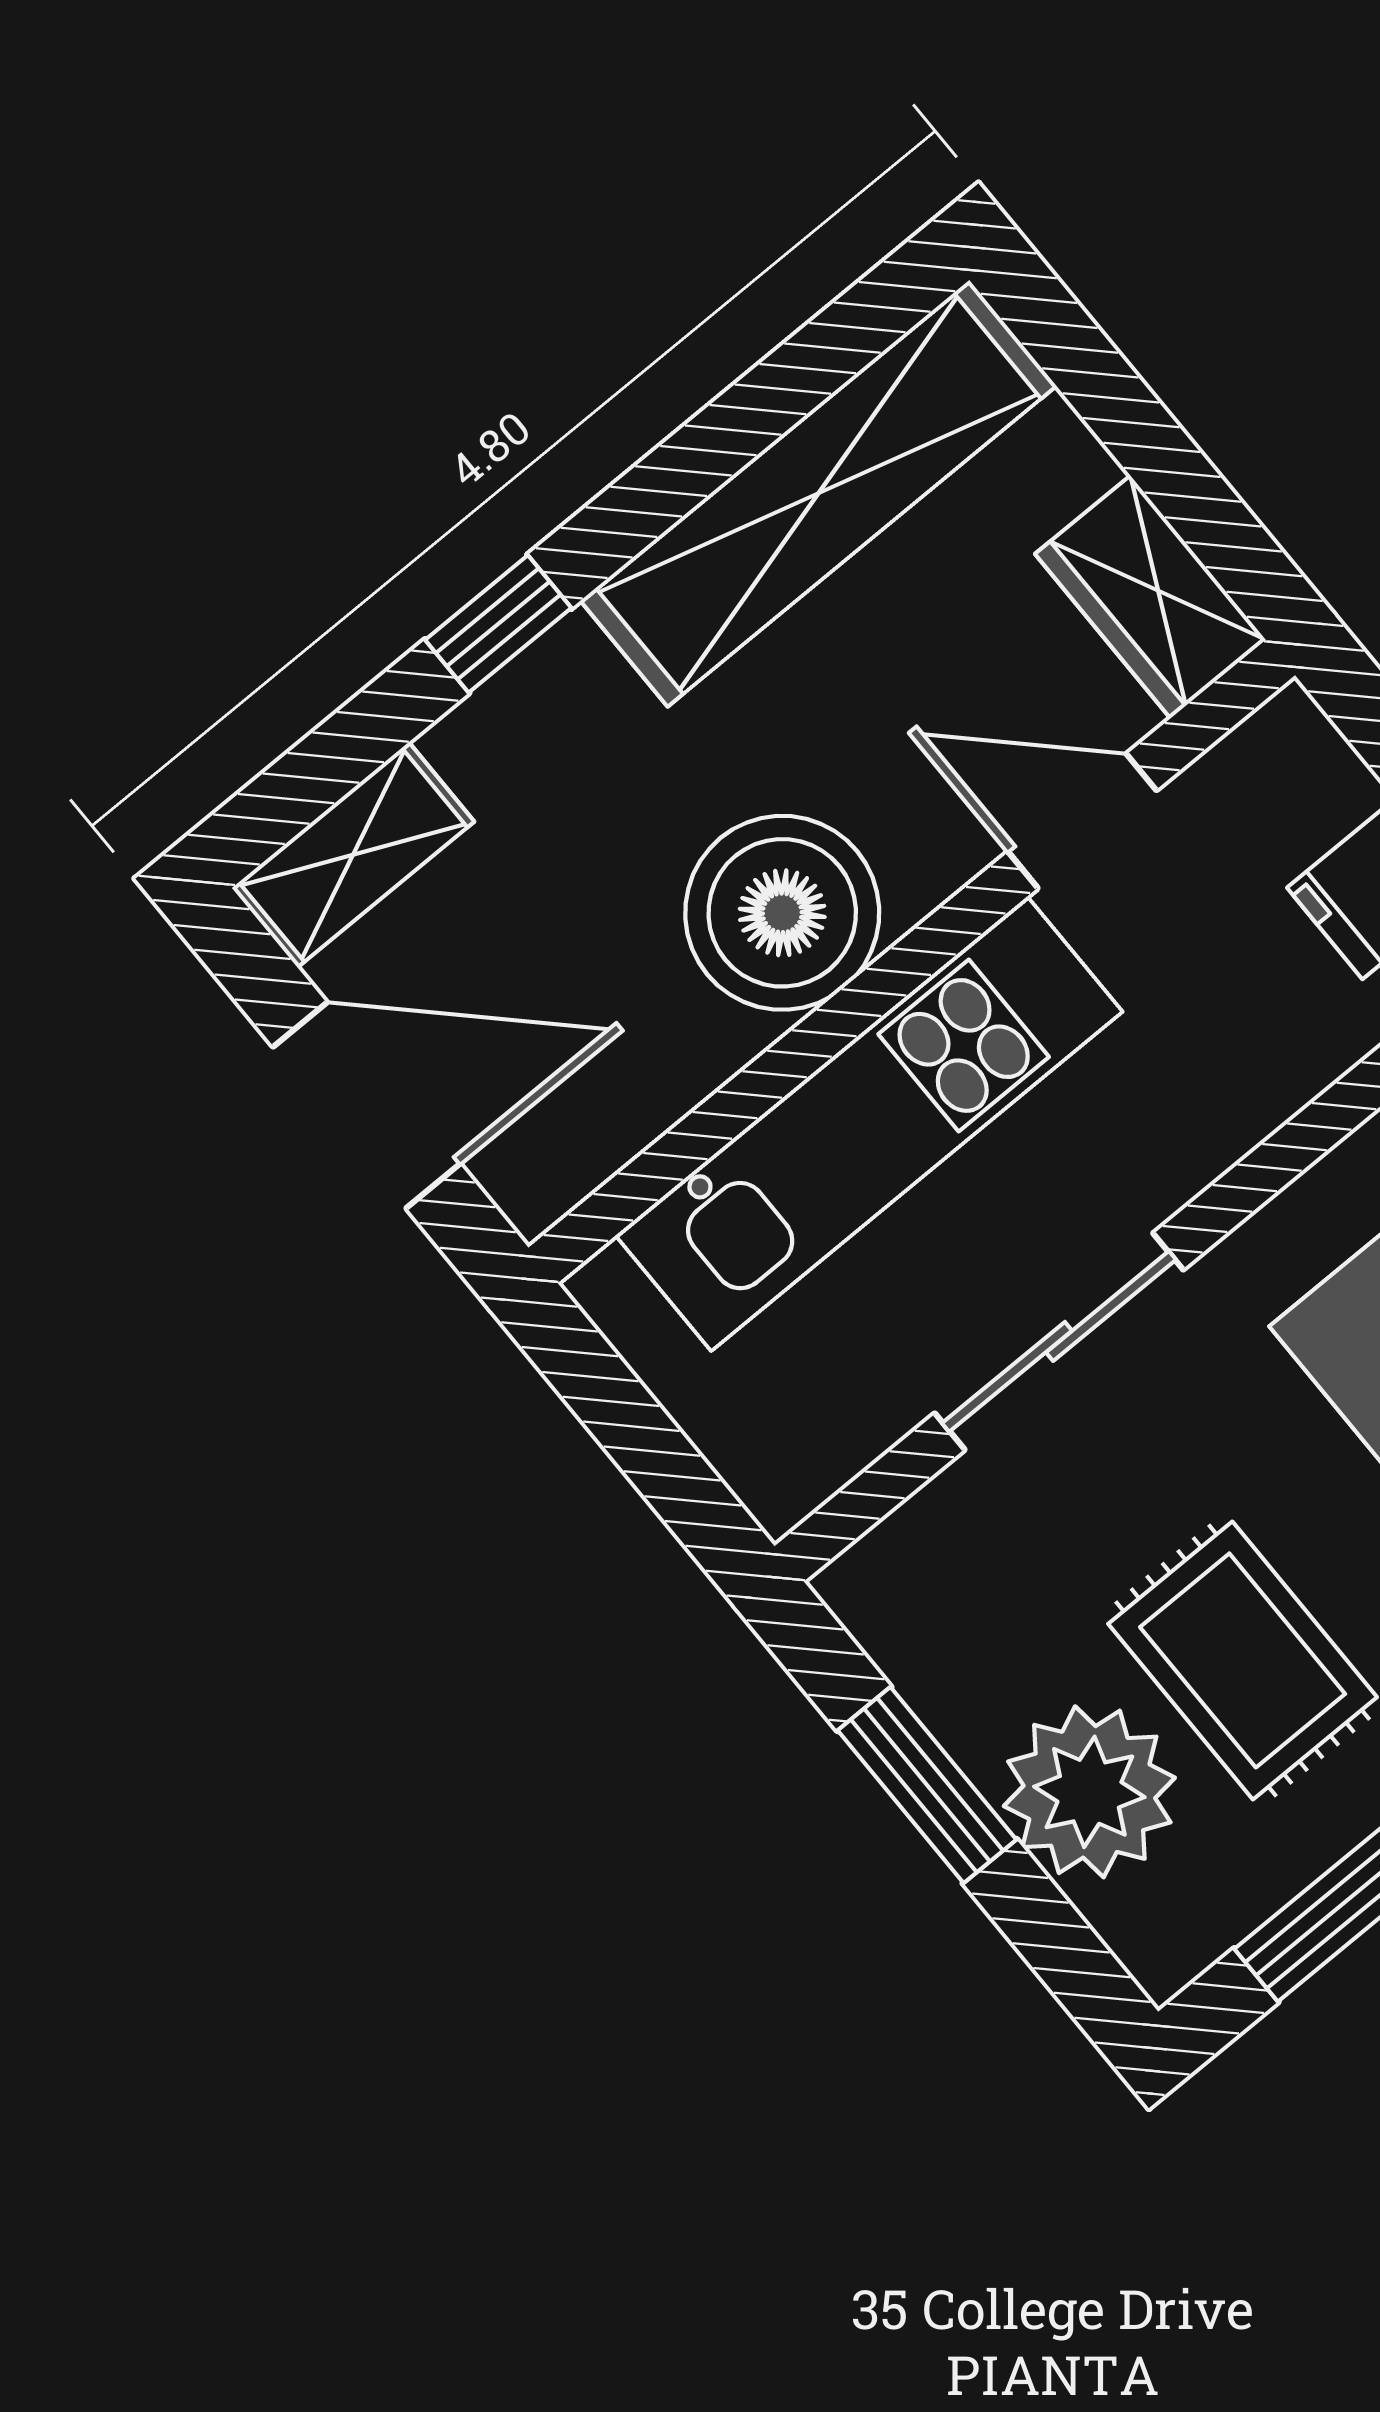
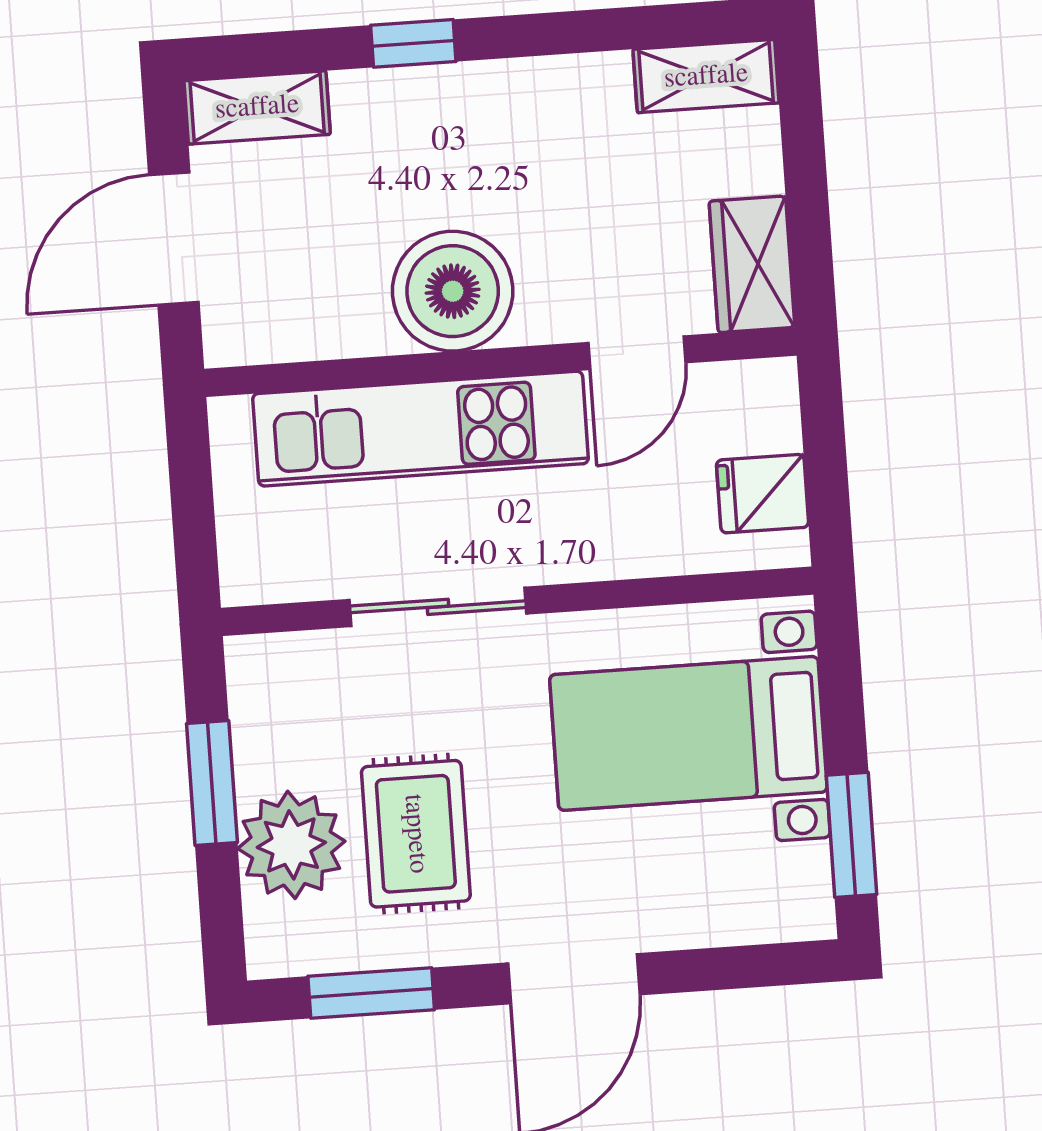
shelving: (818, 493) -> (706, 76), width x0.45, depth x0.75
door: (1082, 821) -> (637, 353), swing flipped
door: (367, 1105) -> (174, 239), swing flipped

